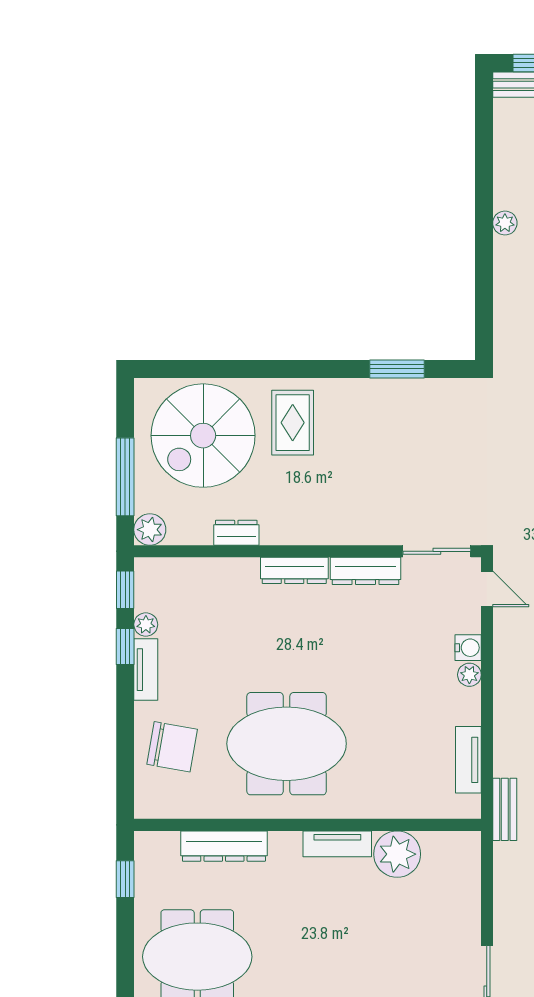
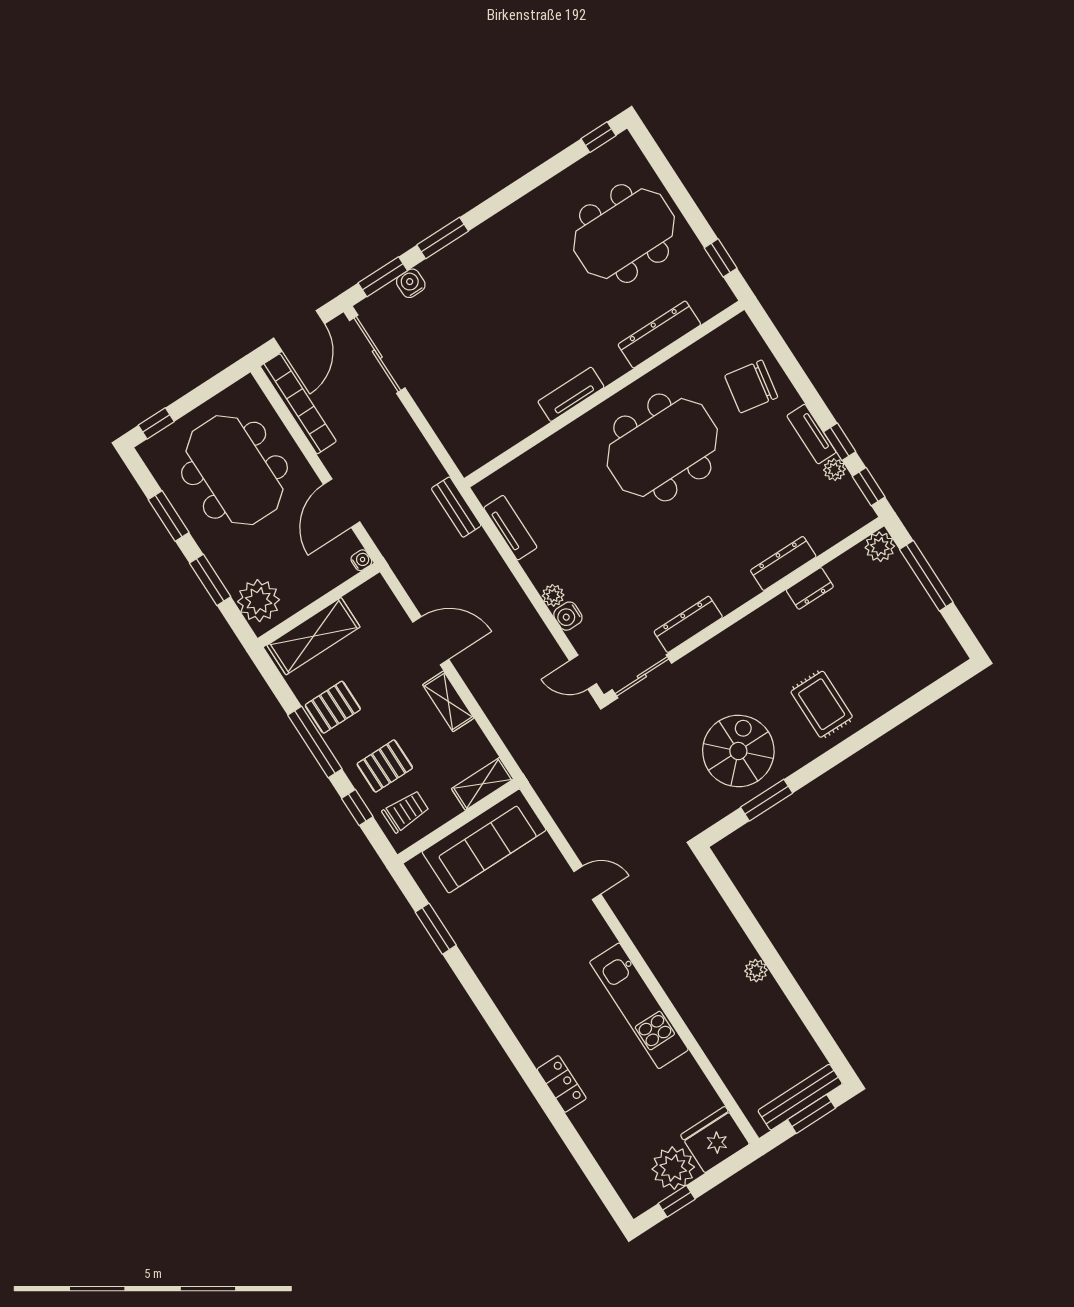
spiral stairs: (203, 436) -> (738, 751), moved, width x0.73, depth x0.73
dresser: (294, 570) -> (783, 563), moved
plant: (397, 854) -> (518, 417), removed

